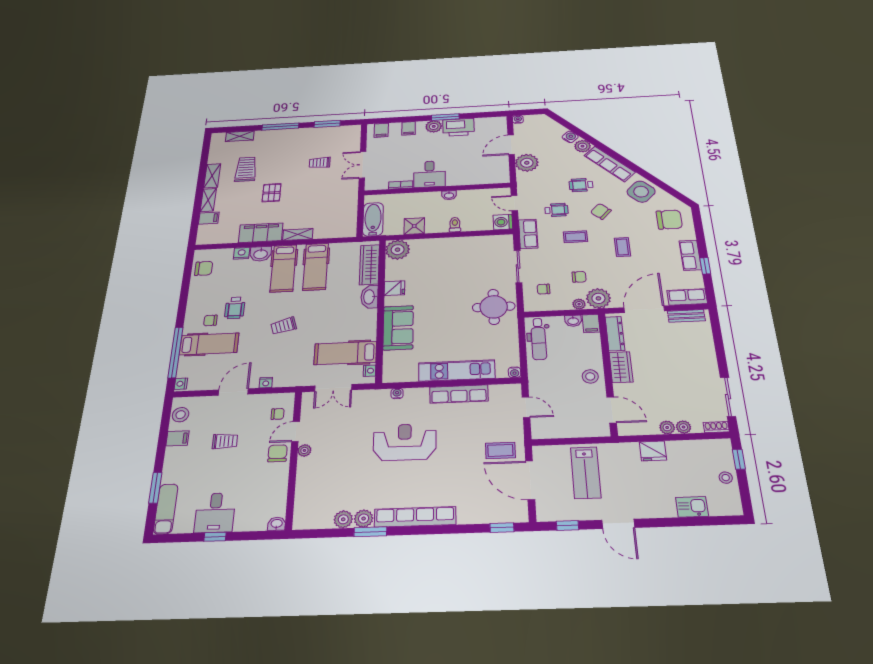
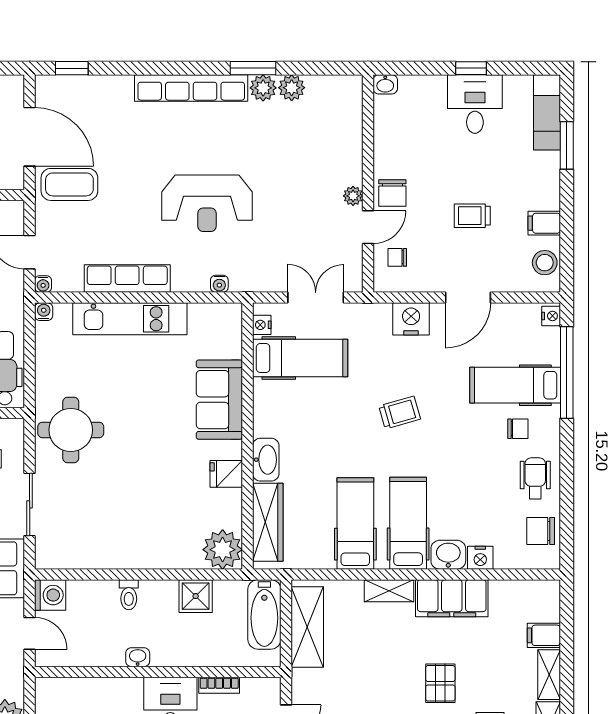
shelving: (348, 215) -> (307, 627), added
wheelchair: (235, 308) -> (535, 478), moved
nightstand: (266, 383) -> (411, 319), width x1.89, depth x1.79
water cooler: (516, 388) -> (43, 284), added
coffee table: (500, 450) -> (69, 184), width x1.36, depth x1.30

